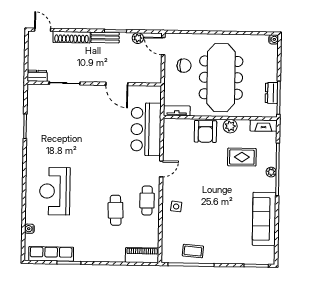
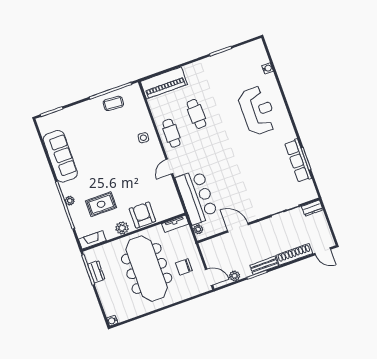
plant: (156, 97) -> (198, 229), added
row of seats: (51, 254) -> (298, 161), moved, turned 90
piano: (142, 255) -> (164, 83), width x1.37, depth x1.33

